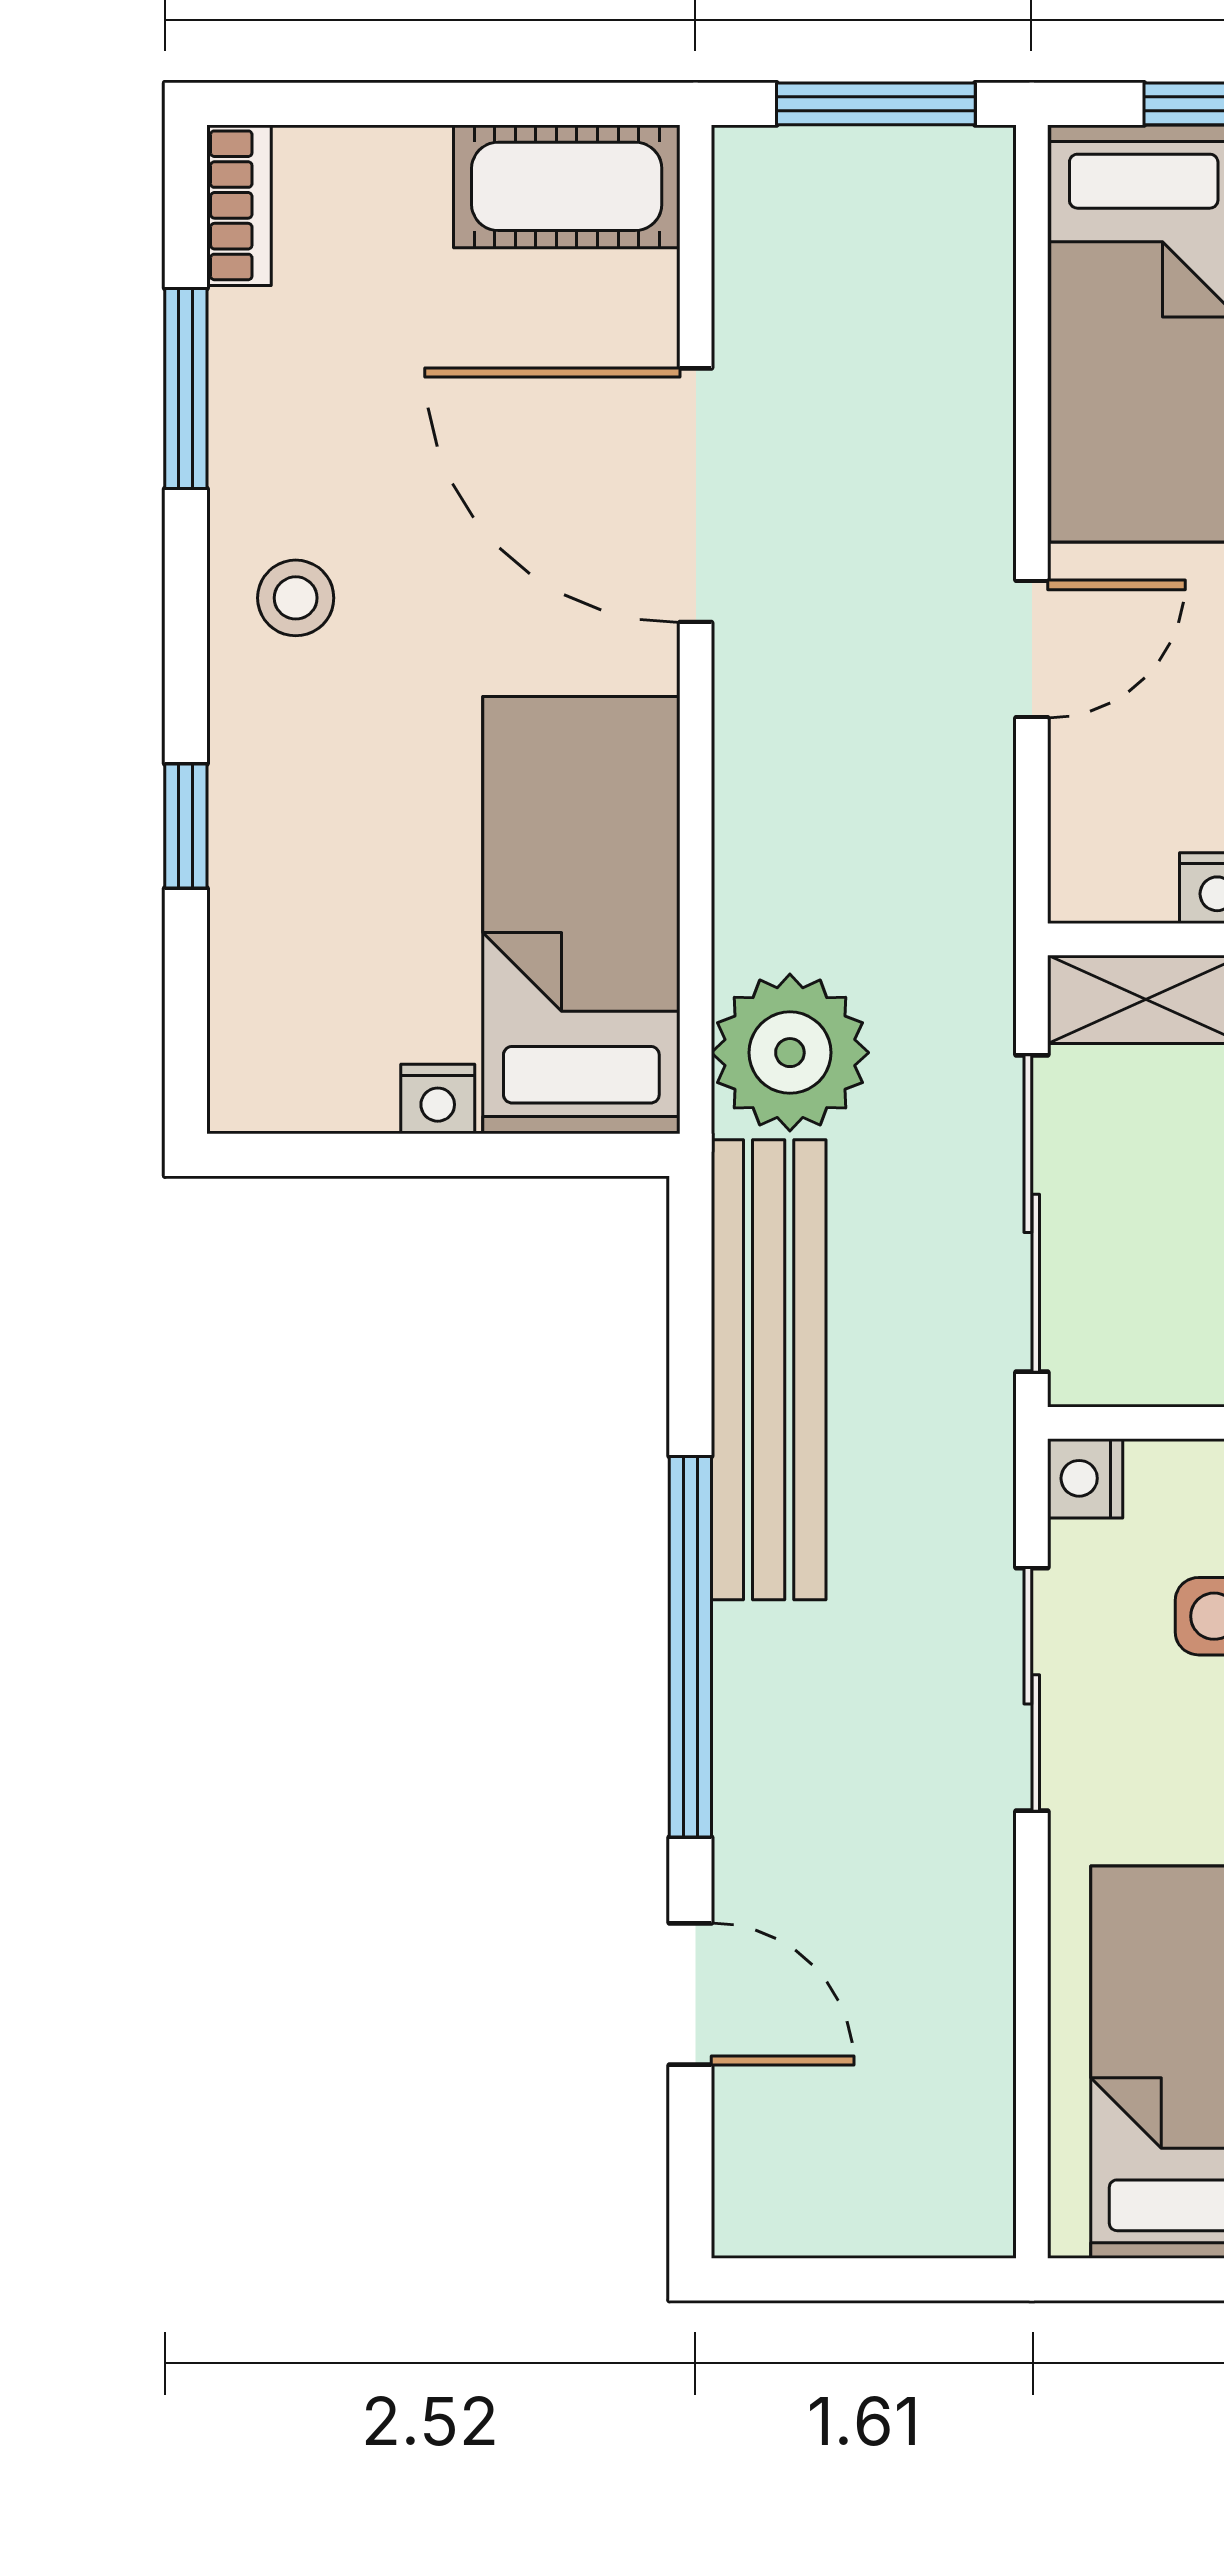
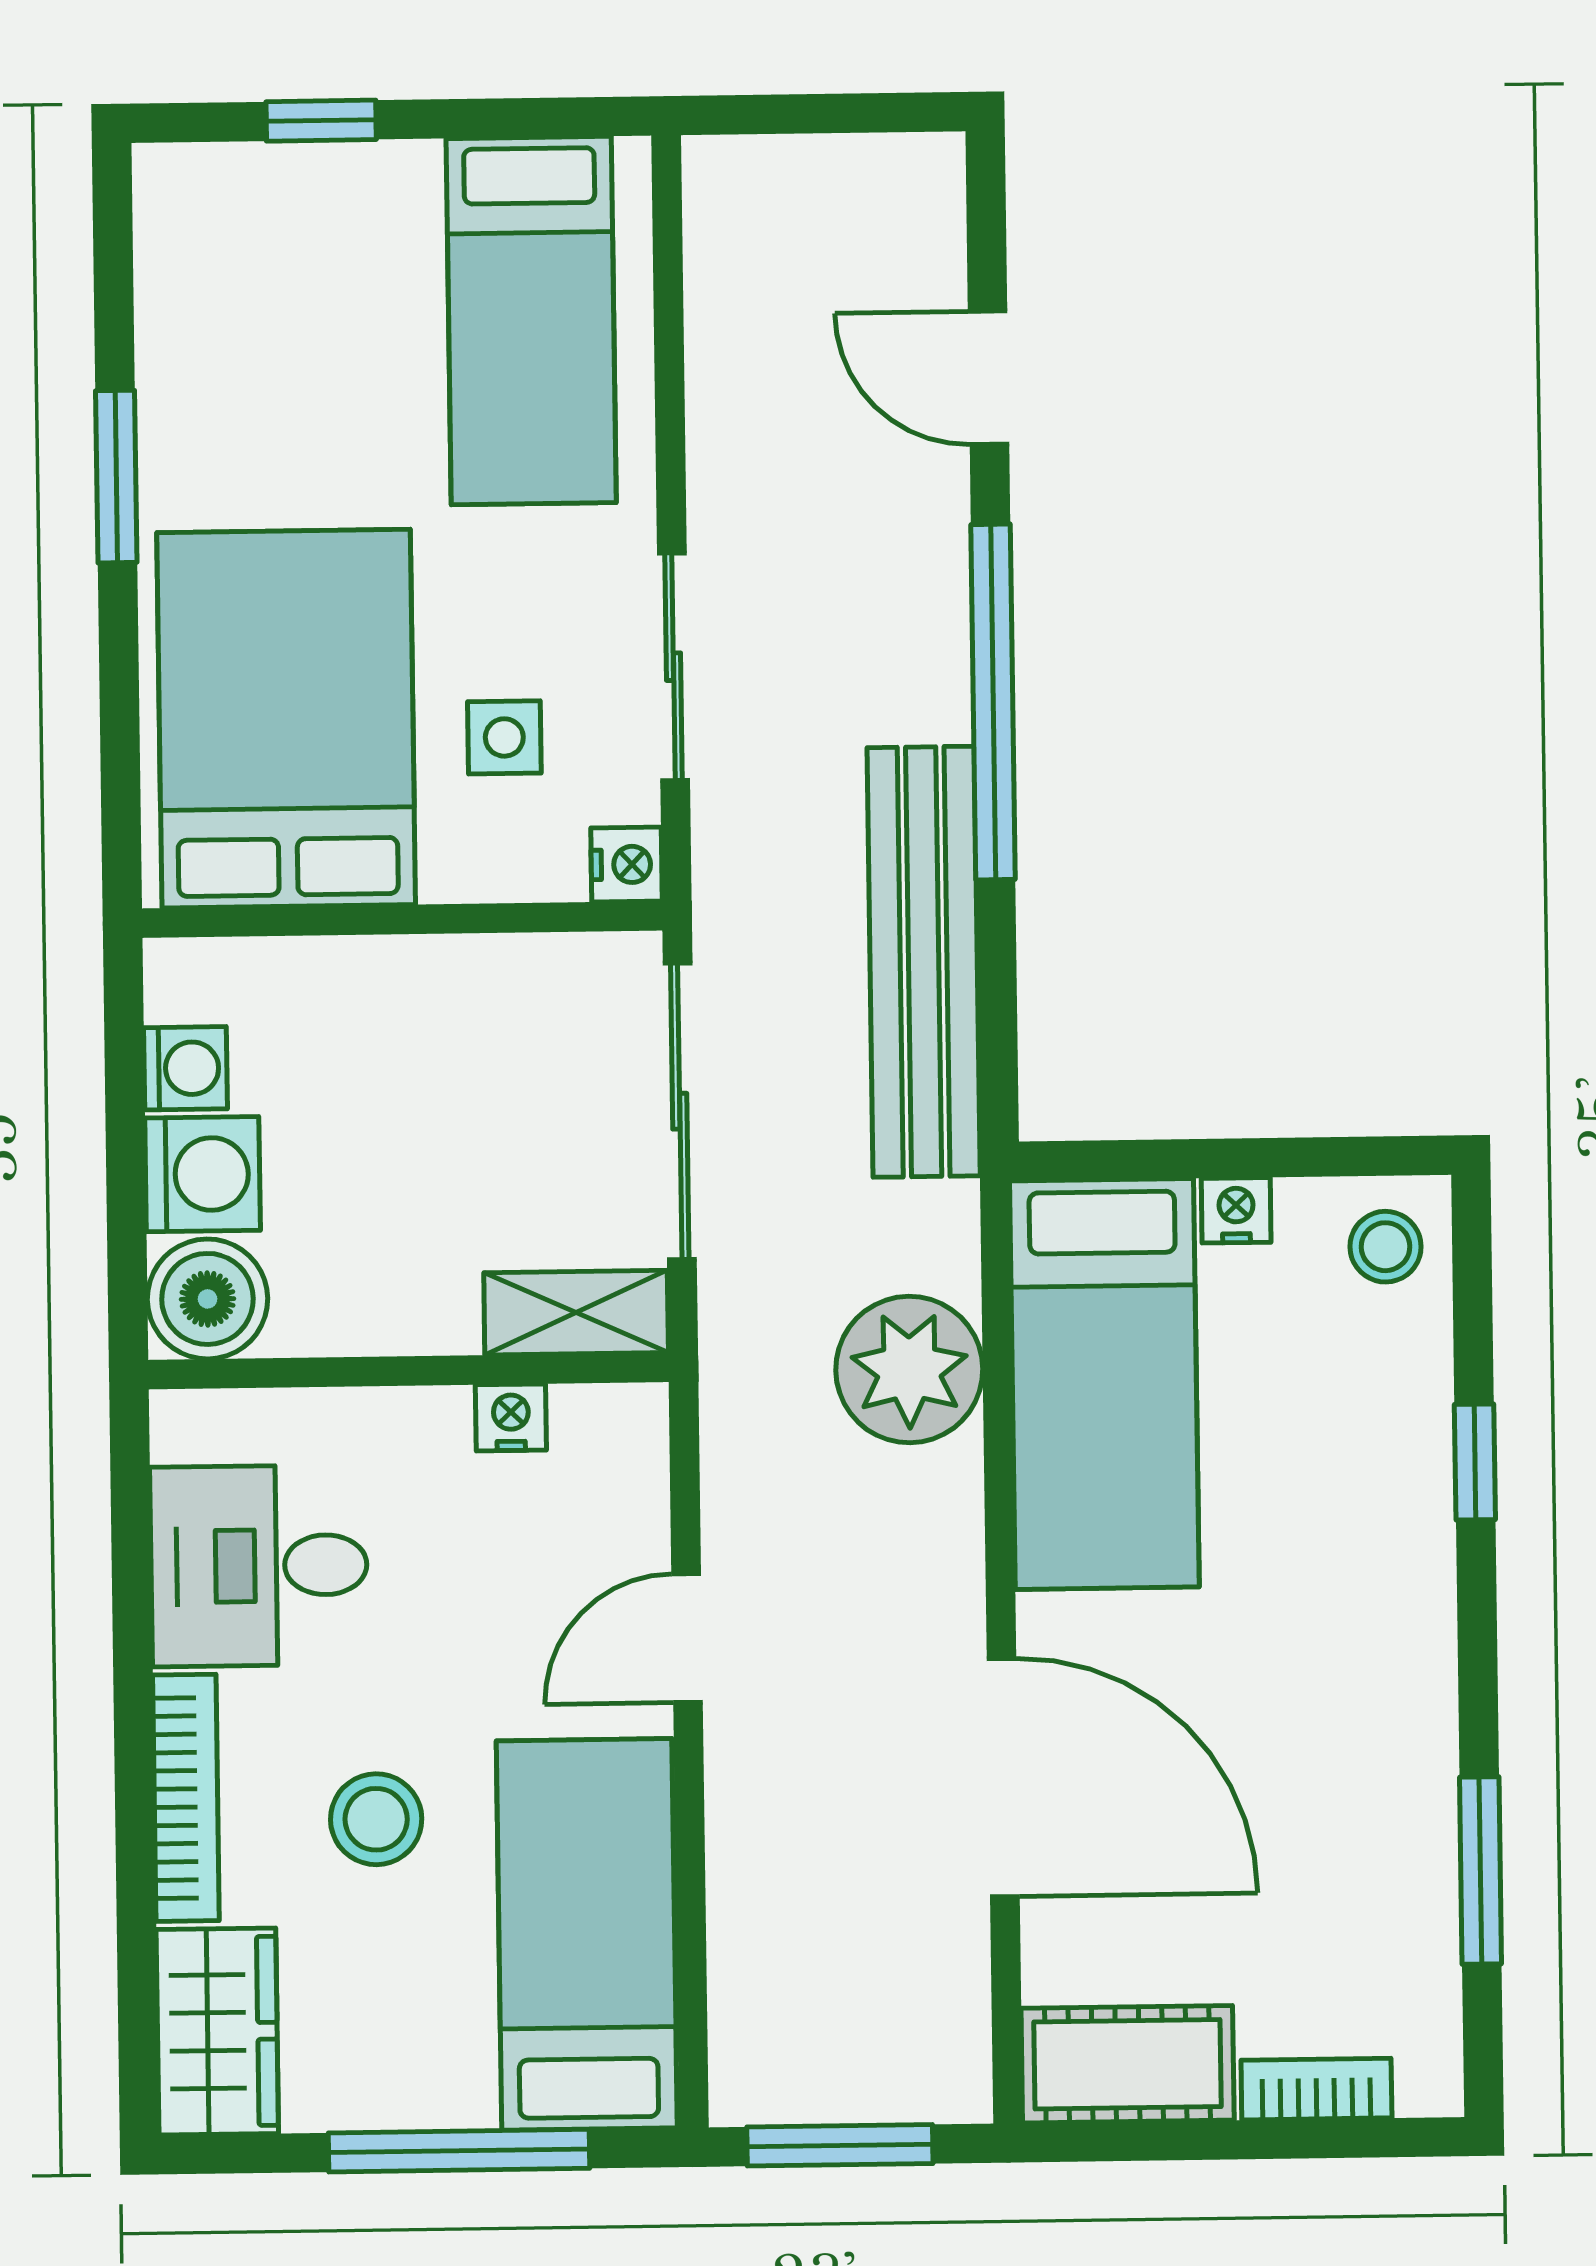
bookcase: (239, 205) -> (1316, 2089), moved, turned 90
stool: (296, 598) -> (1385, 1247), moved
plant: (790, 1053) -> (909, 1370), moved

